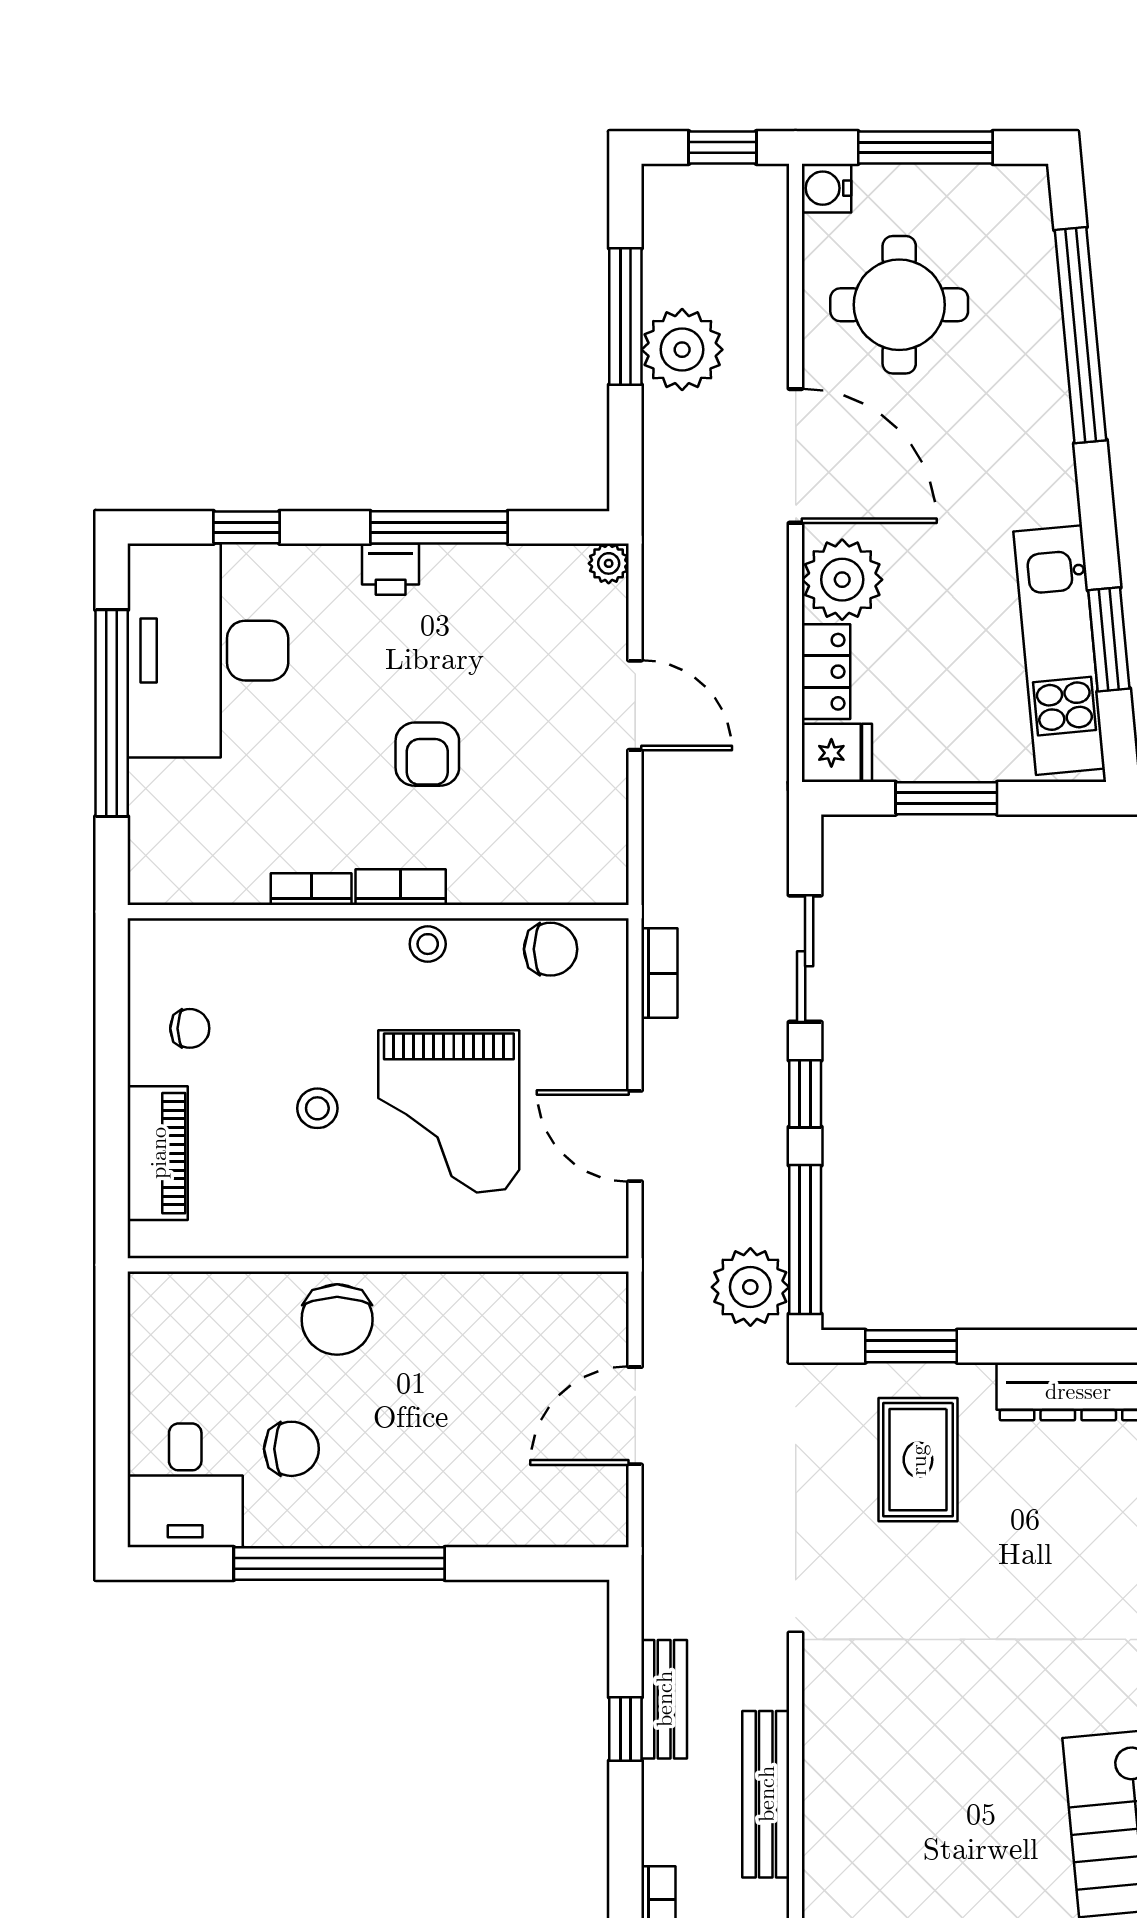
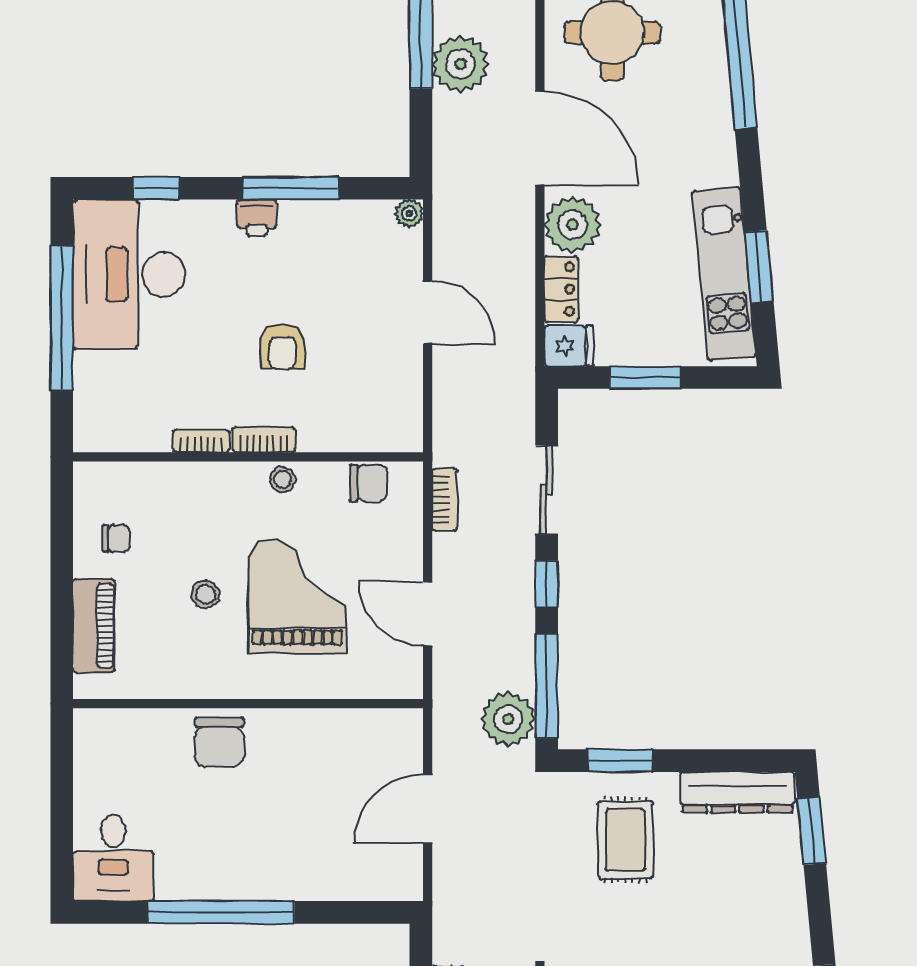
grand piano: (449, 1111) -> (297, 596), turned 180
chair: (291, 1449) -> (187, 832), removed

